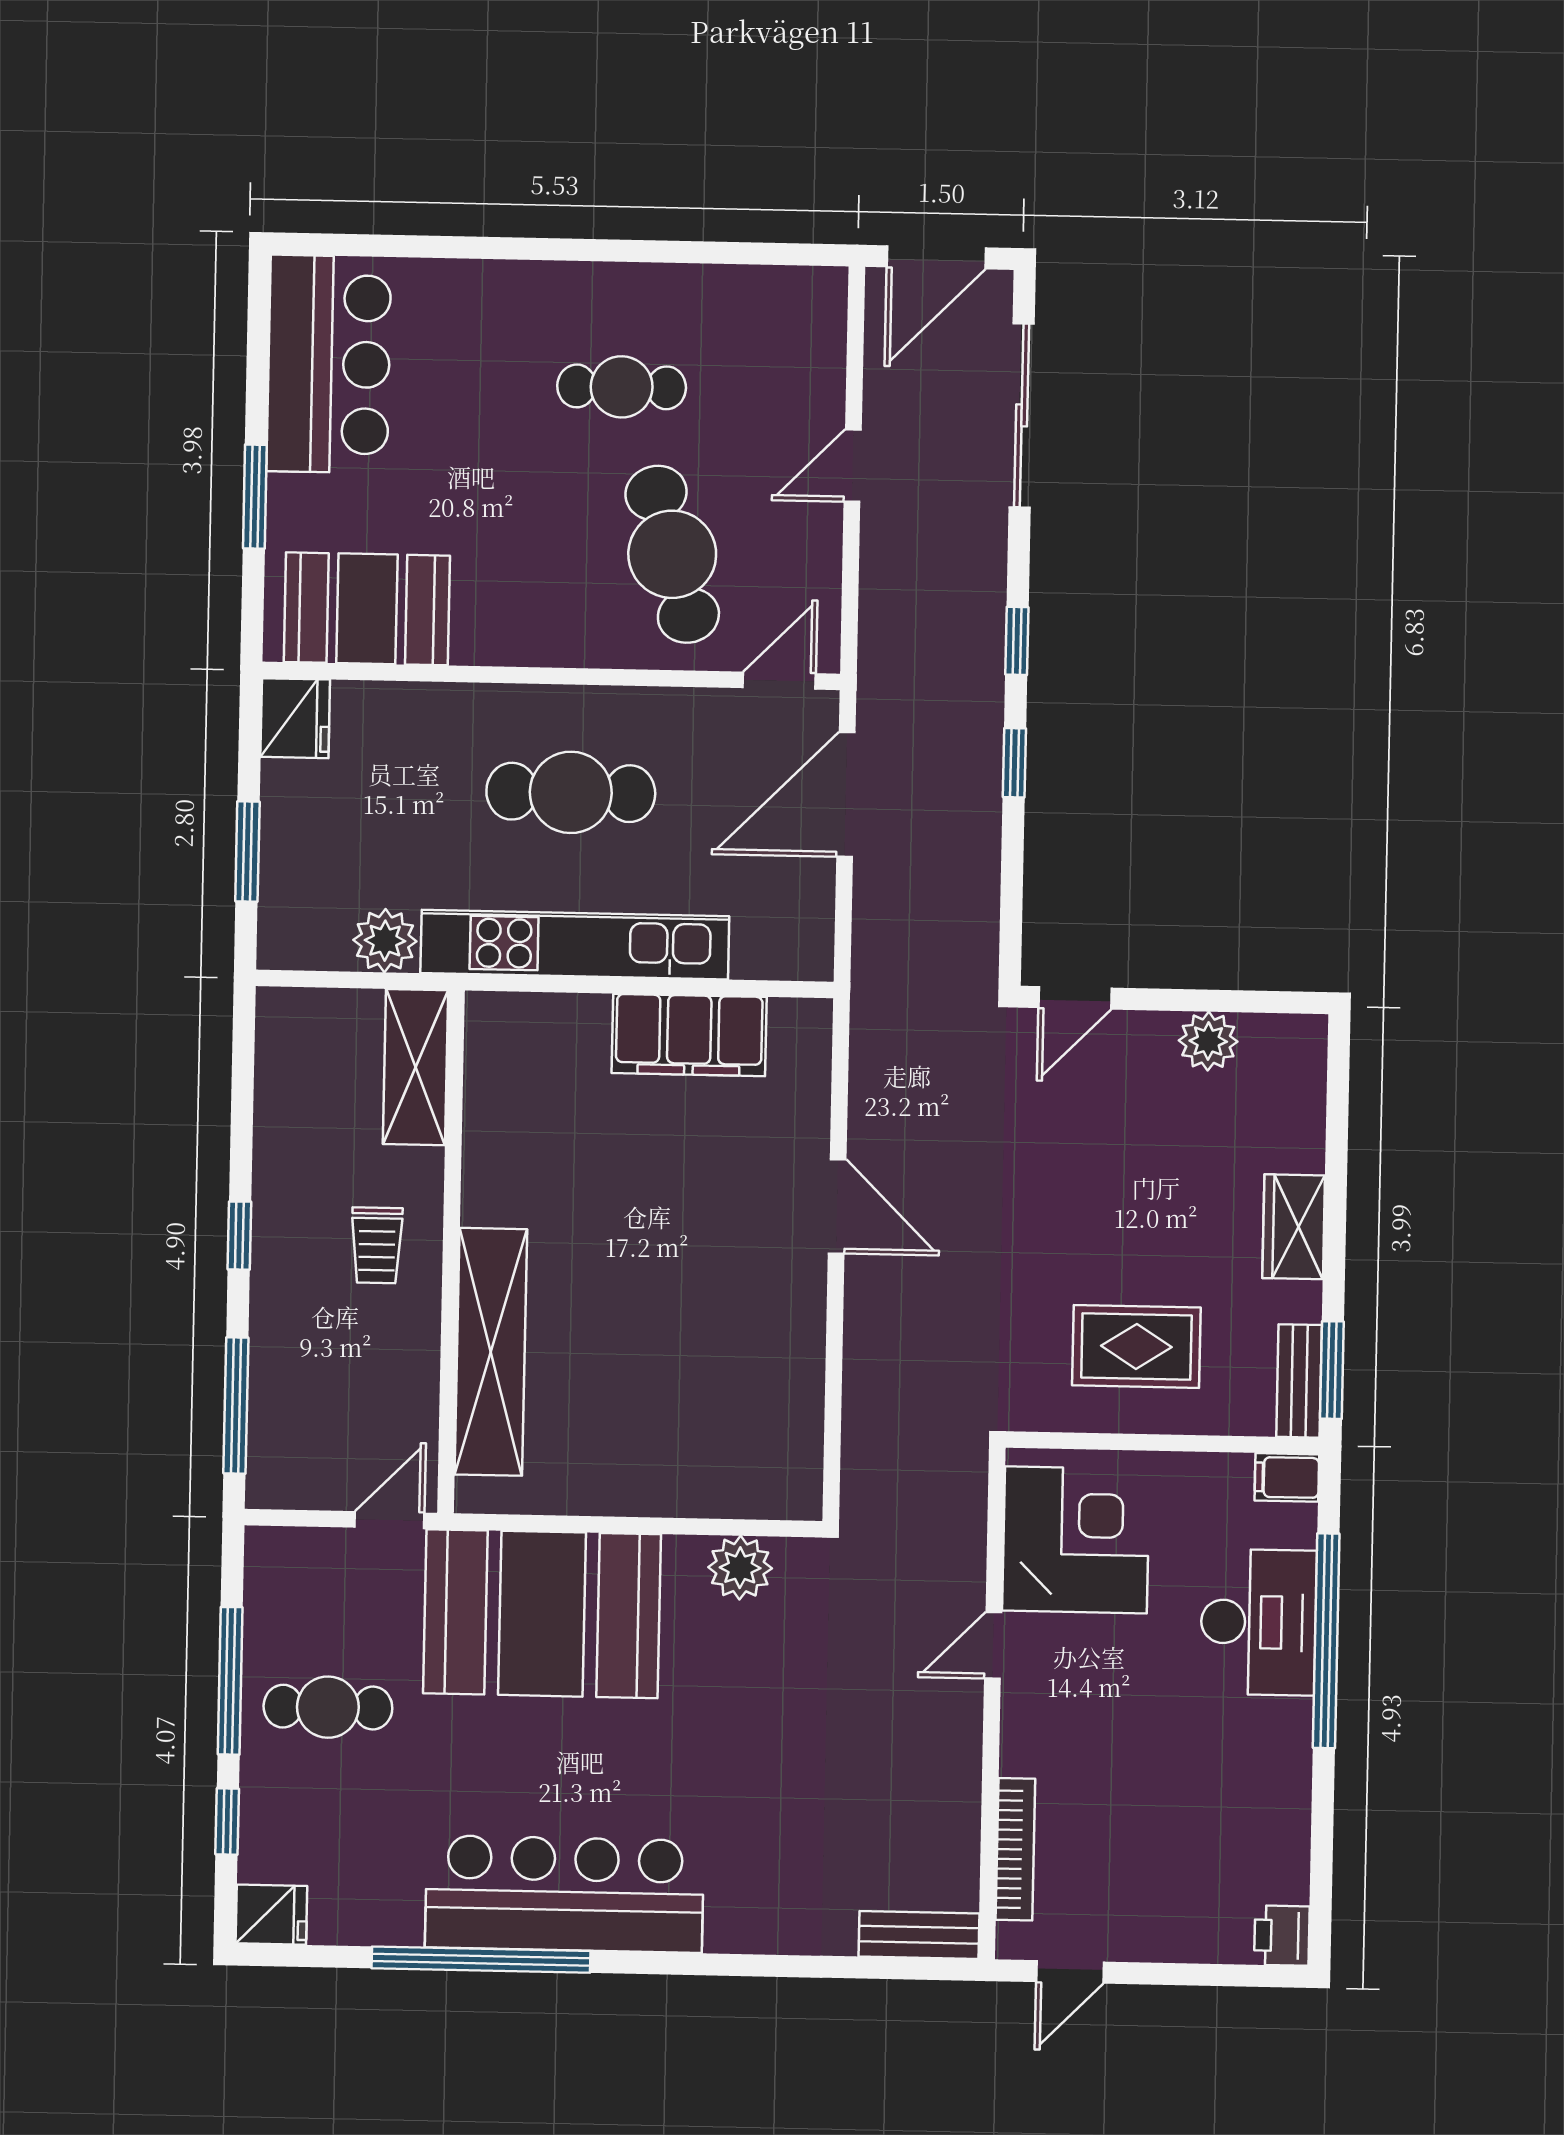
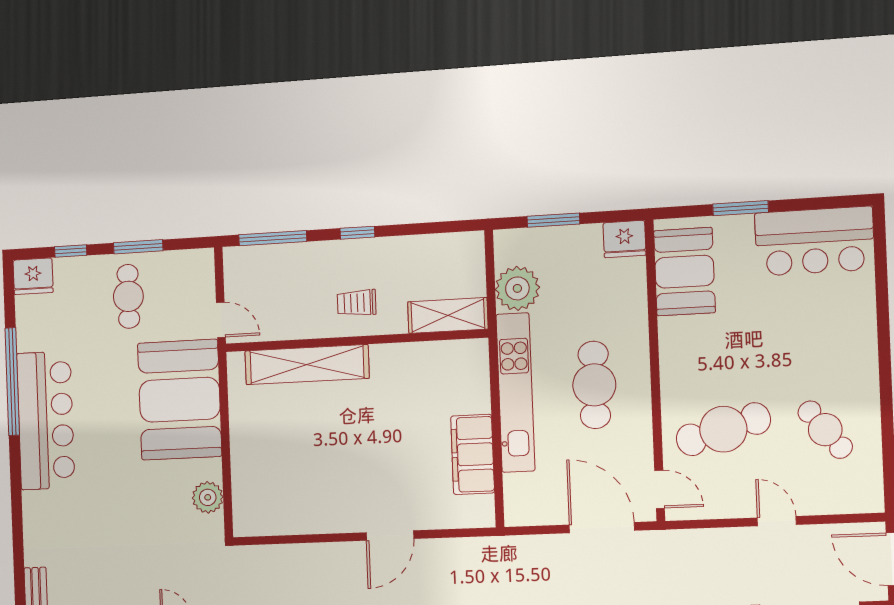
cafe table: (622, 387) -> (825, 430), moved, turned -38
plant: (385, 941) -> (517, 288), width x1.36, depth x1.36
window: (230, 1681) -> (138, 247), width x0.69
fridge: (271, 1915) -> (33, 276), width x1.38

